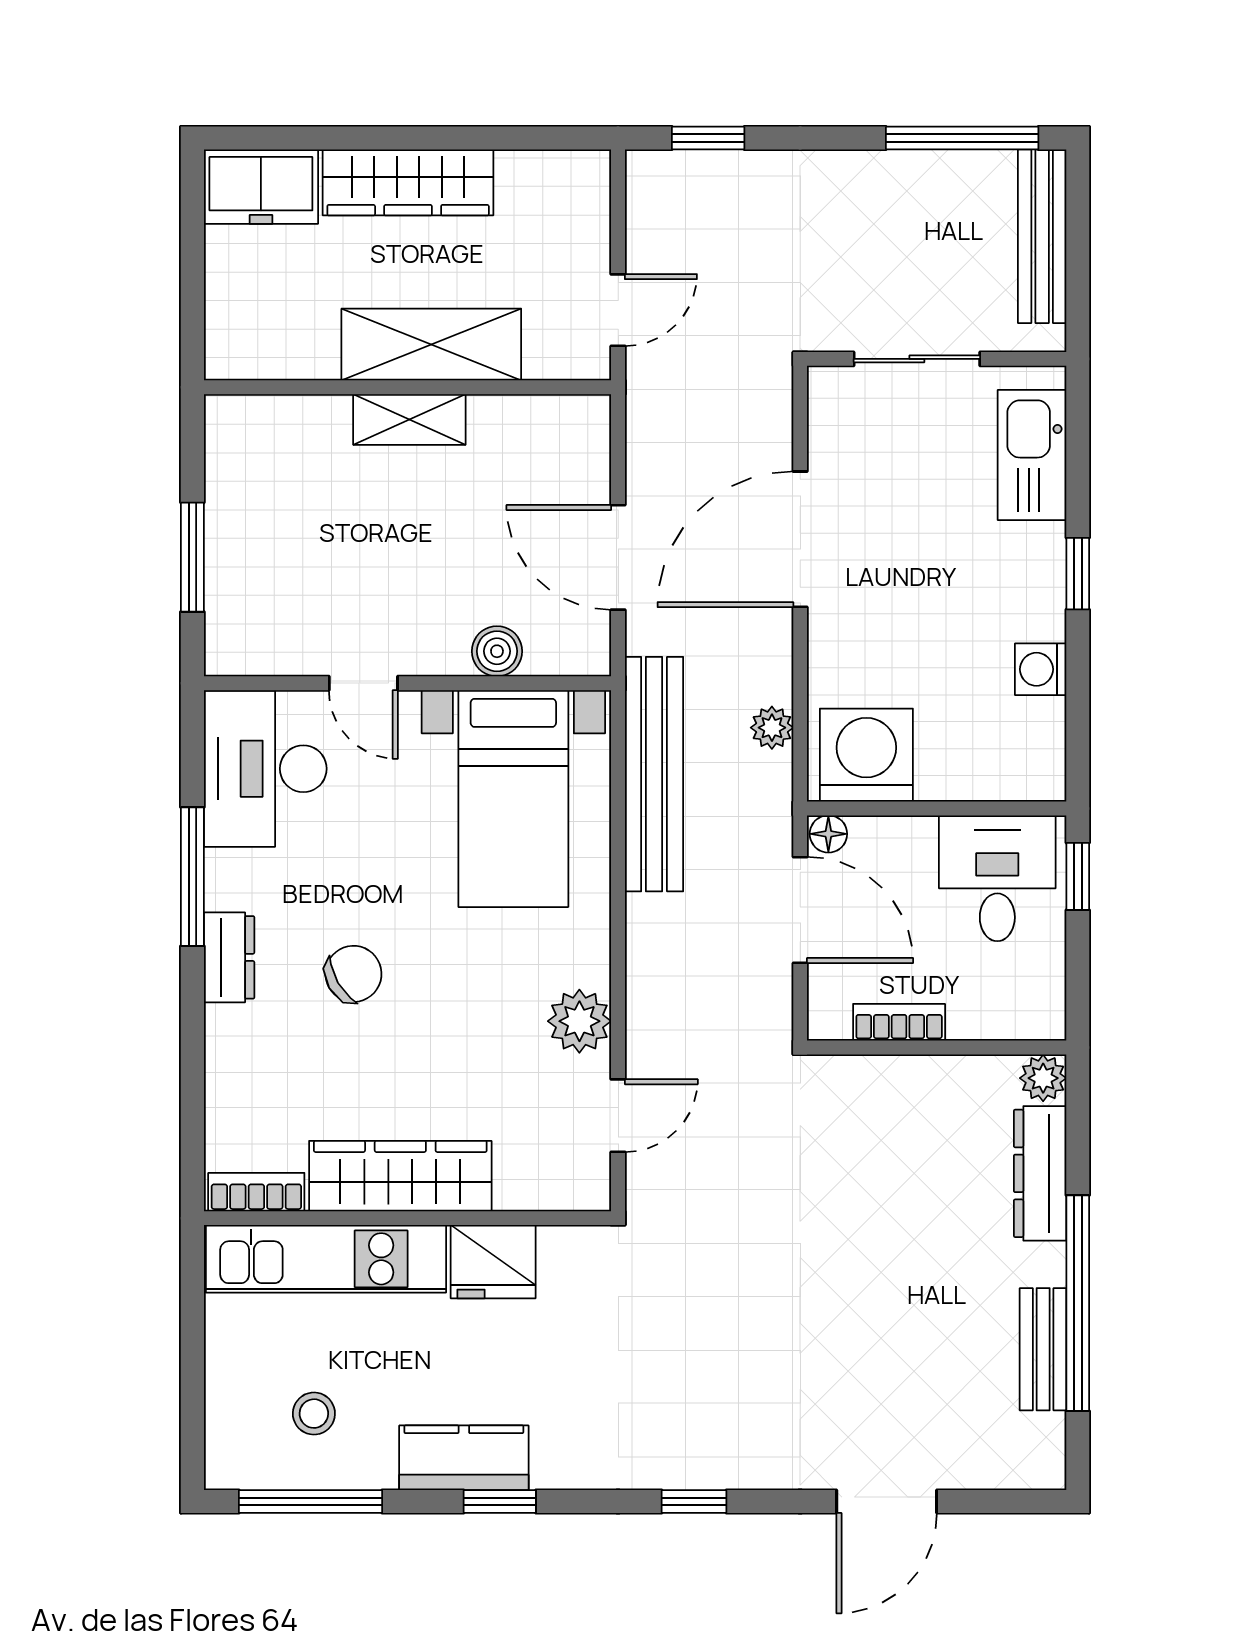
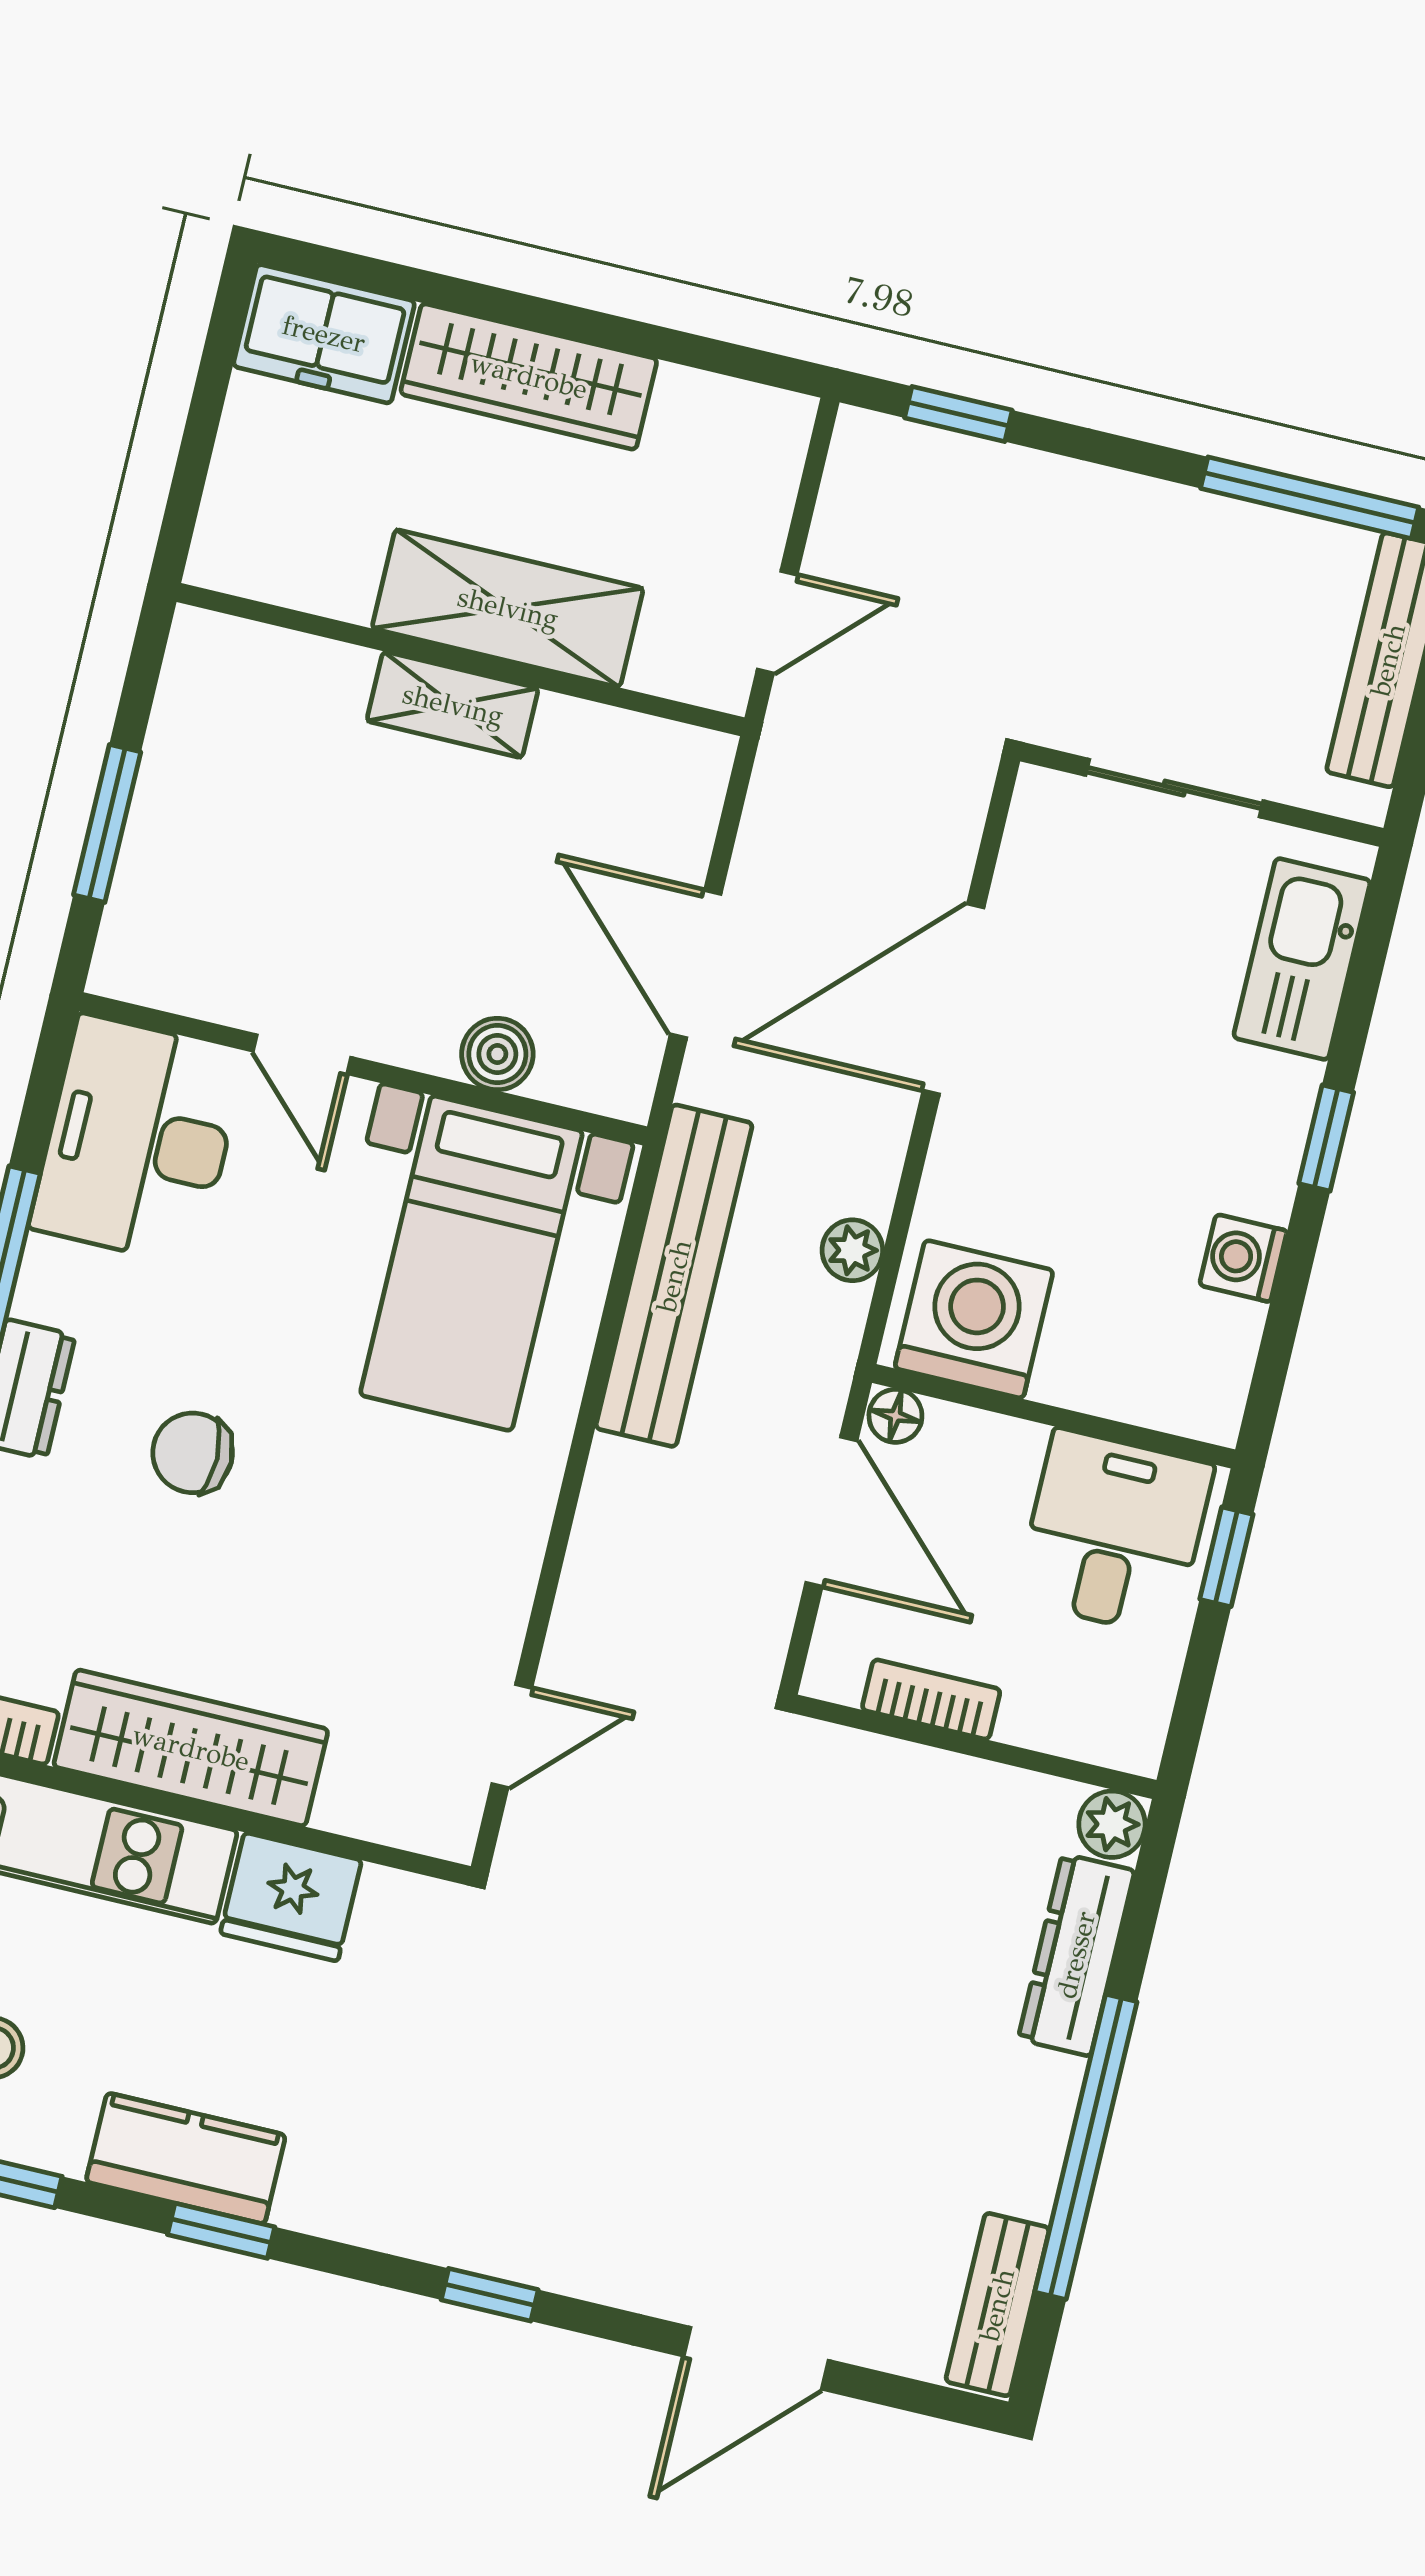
chair: (353, 974) -> (193, 1453), turned -150
plant: (579, 1021) -> (489, 1593), removed
bench: (1043, 1349) -> (997, 2305), moved

